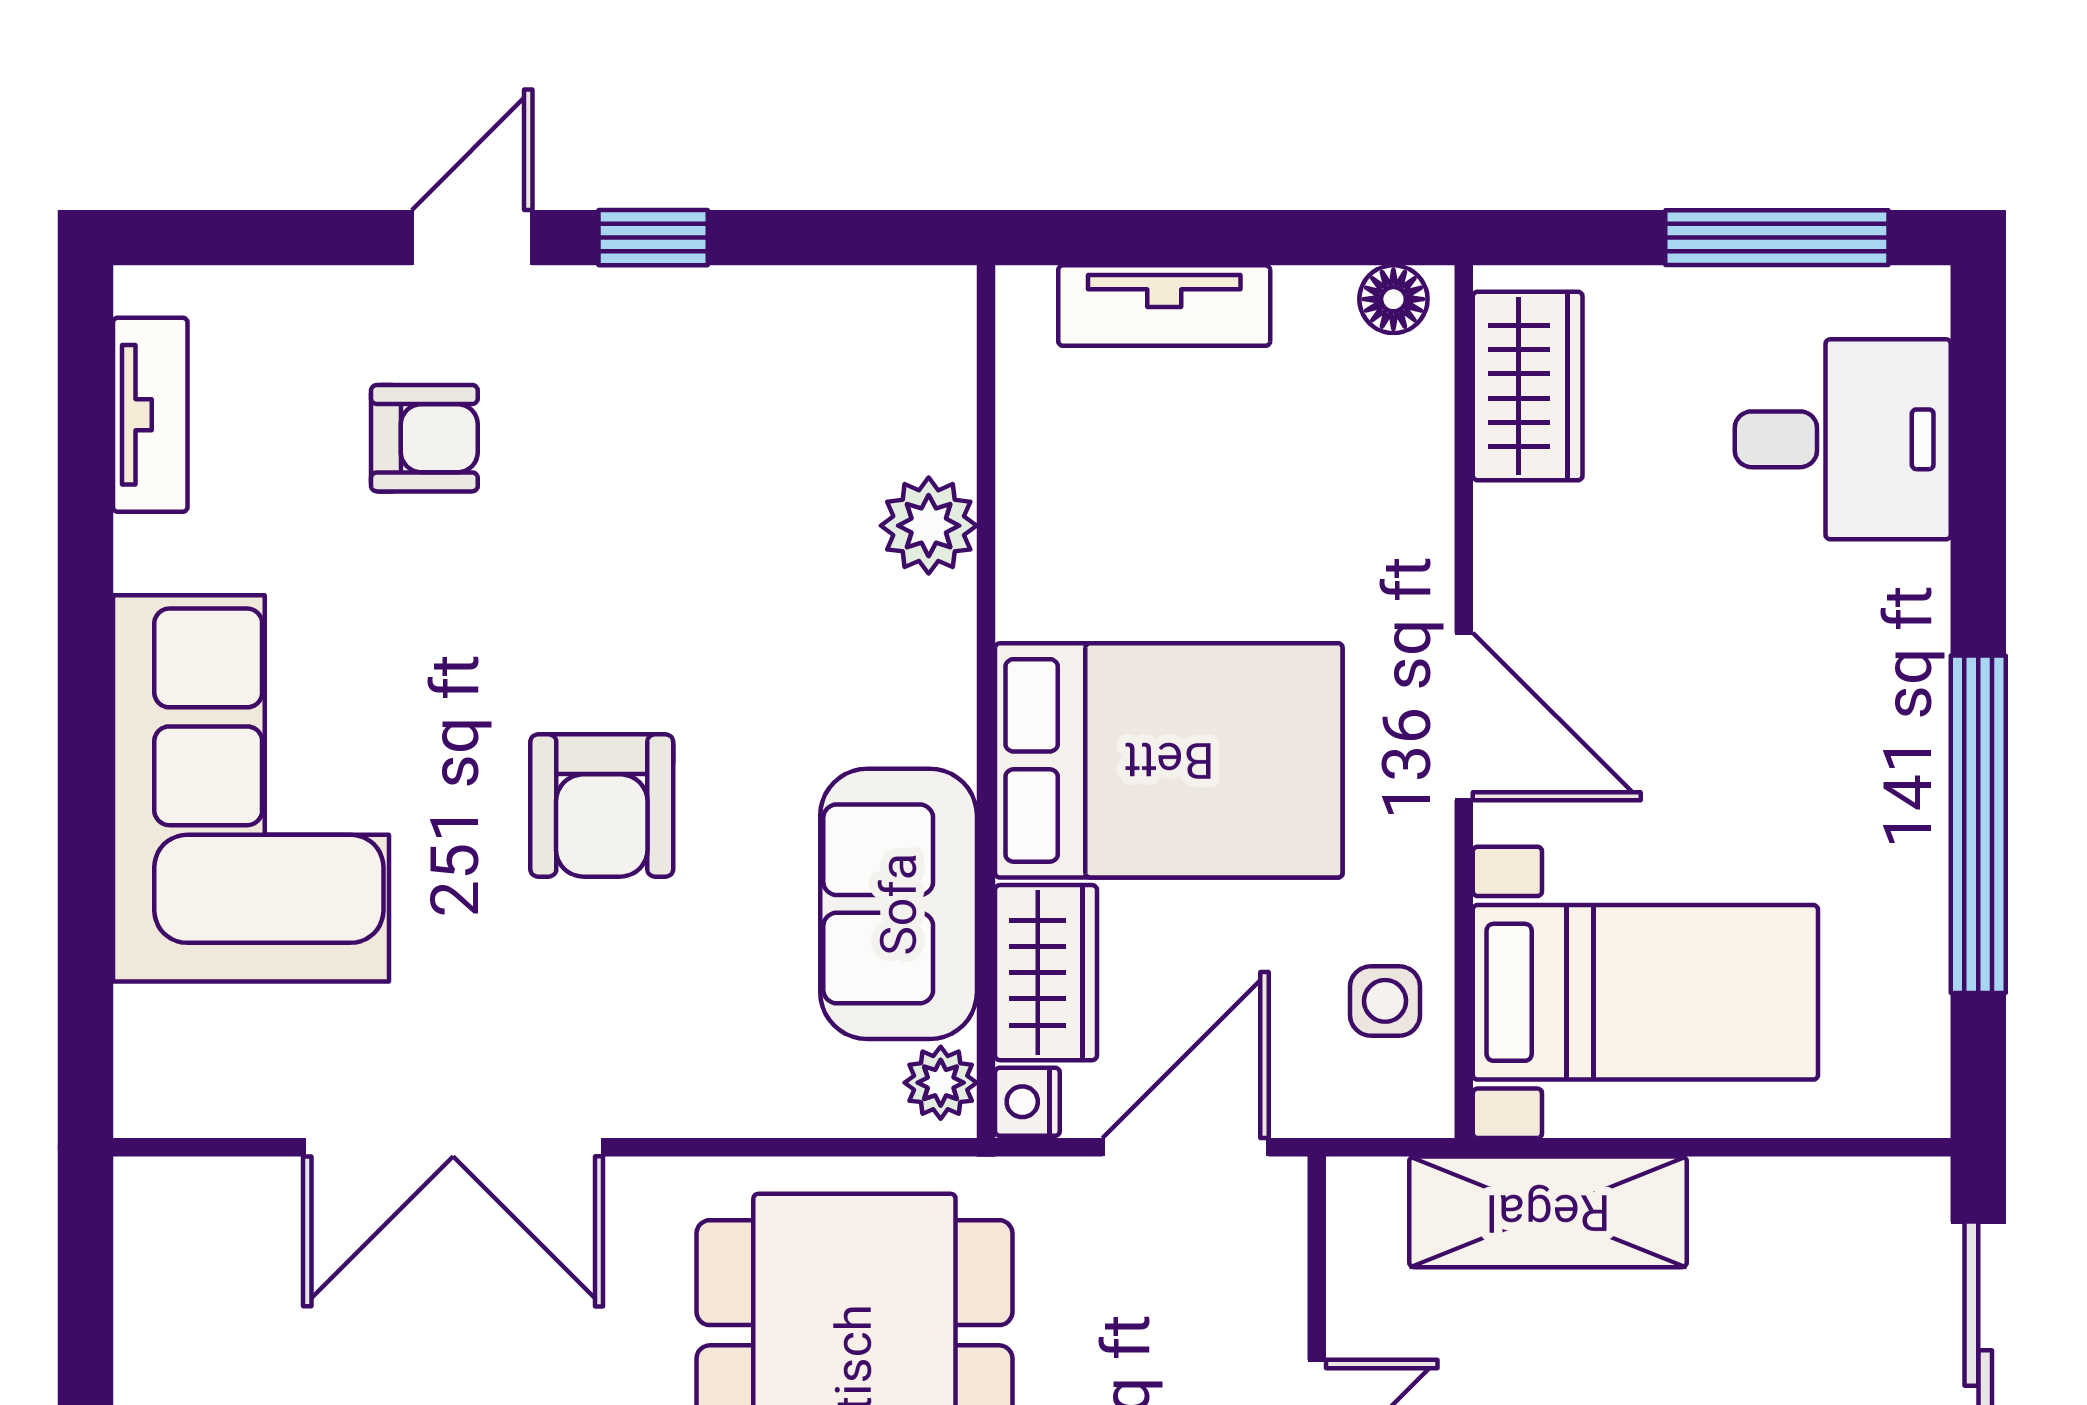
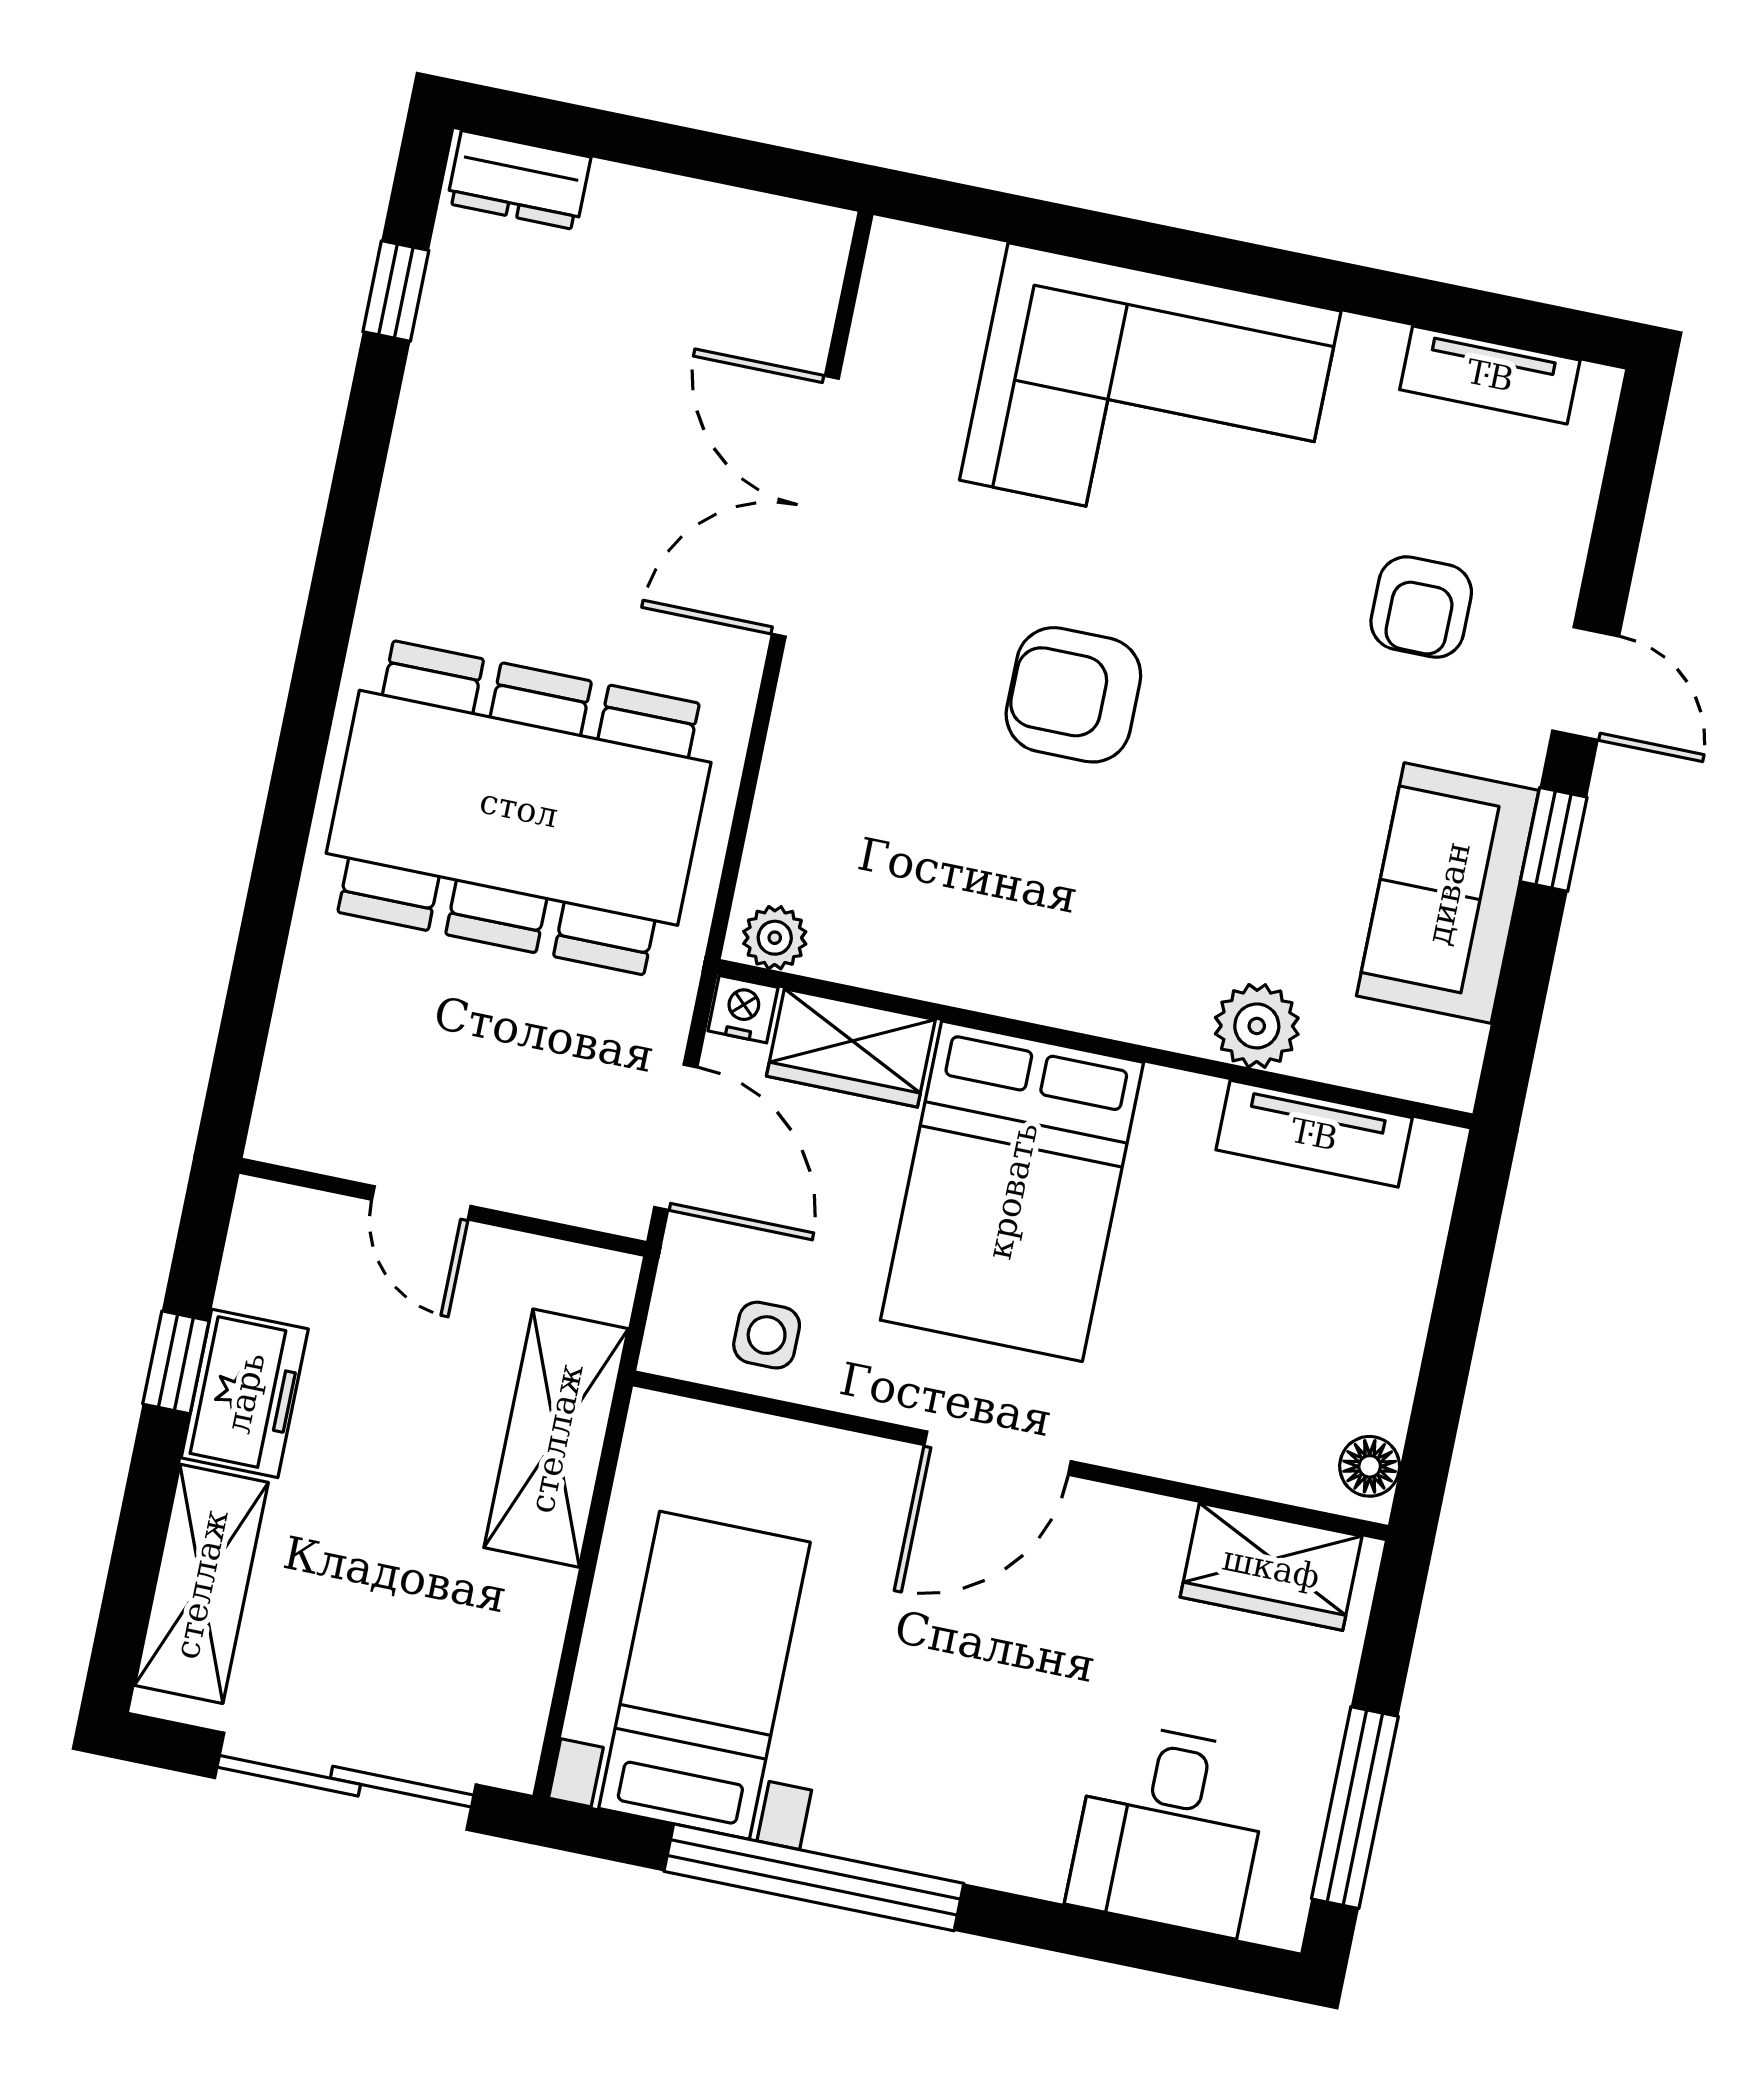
tv unit: (1164, 306) -> (1314, 1134), moved, turned -90
sofa: (899, 904) -> (1448, 893), moved, turned -90
bed with nightstands: (1645, 992) -> (704, 1675), moved, turned 180

